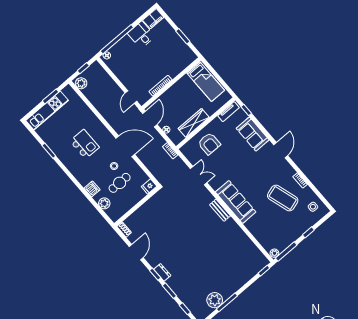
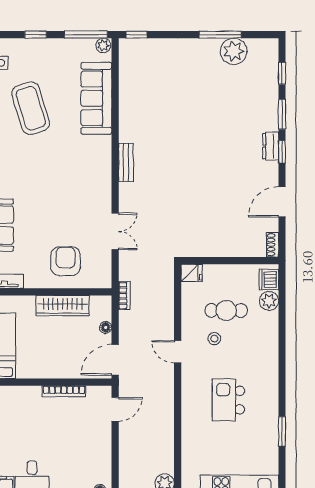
door: (125, 146) -> (178, 352), width x0.53
double door: (199, 176) -> (115, 231), swing flipped
dishwasher: (92, 189) -> (269, 280), moved
sofa: (236, 202) -> (96, 98), moved

